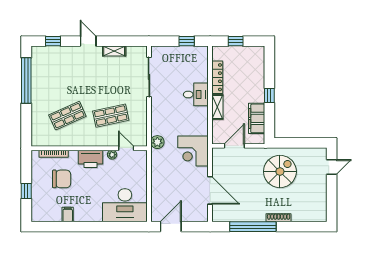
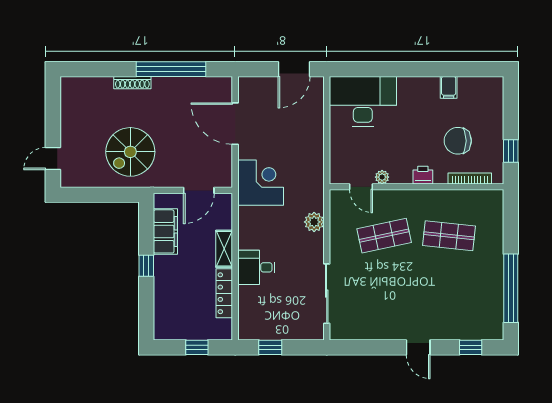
shelving: (114, 51) -> (379, 333), removed
shop shelf: (67, 116) -> (449, 236), turned 30
plant: (157, 142) -> (314, 222), moved
printer: (91, 159) -> (423, 175), width x0.53, depth x0.68
window: (26, 191) -> (511, 151), moved

